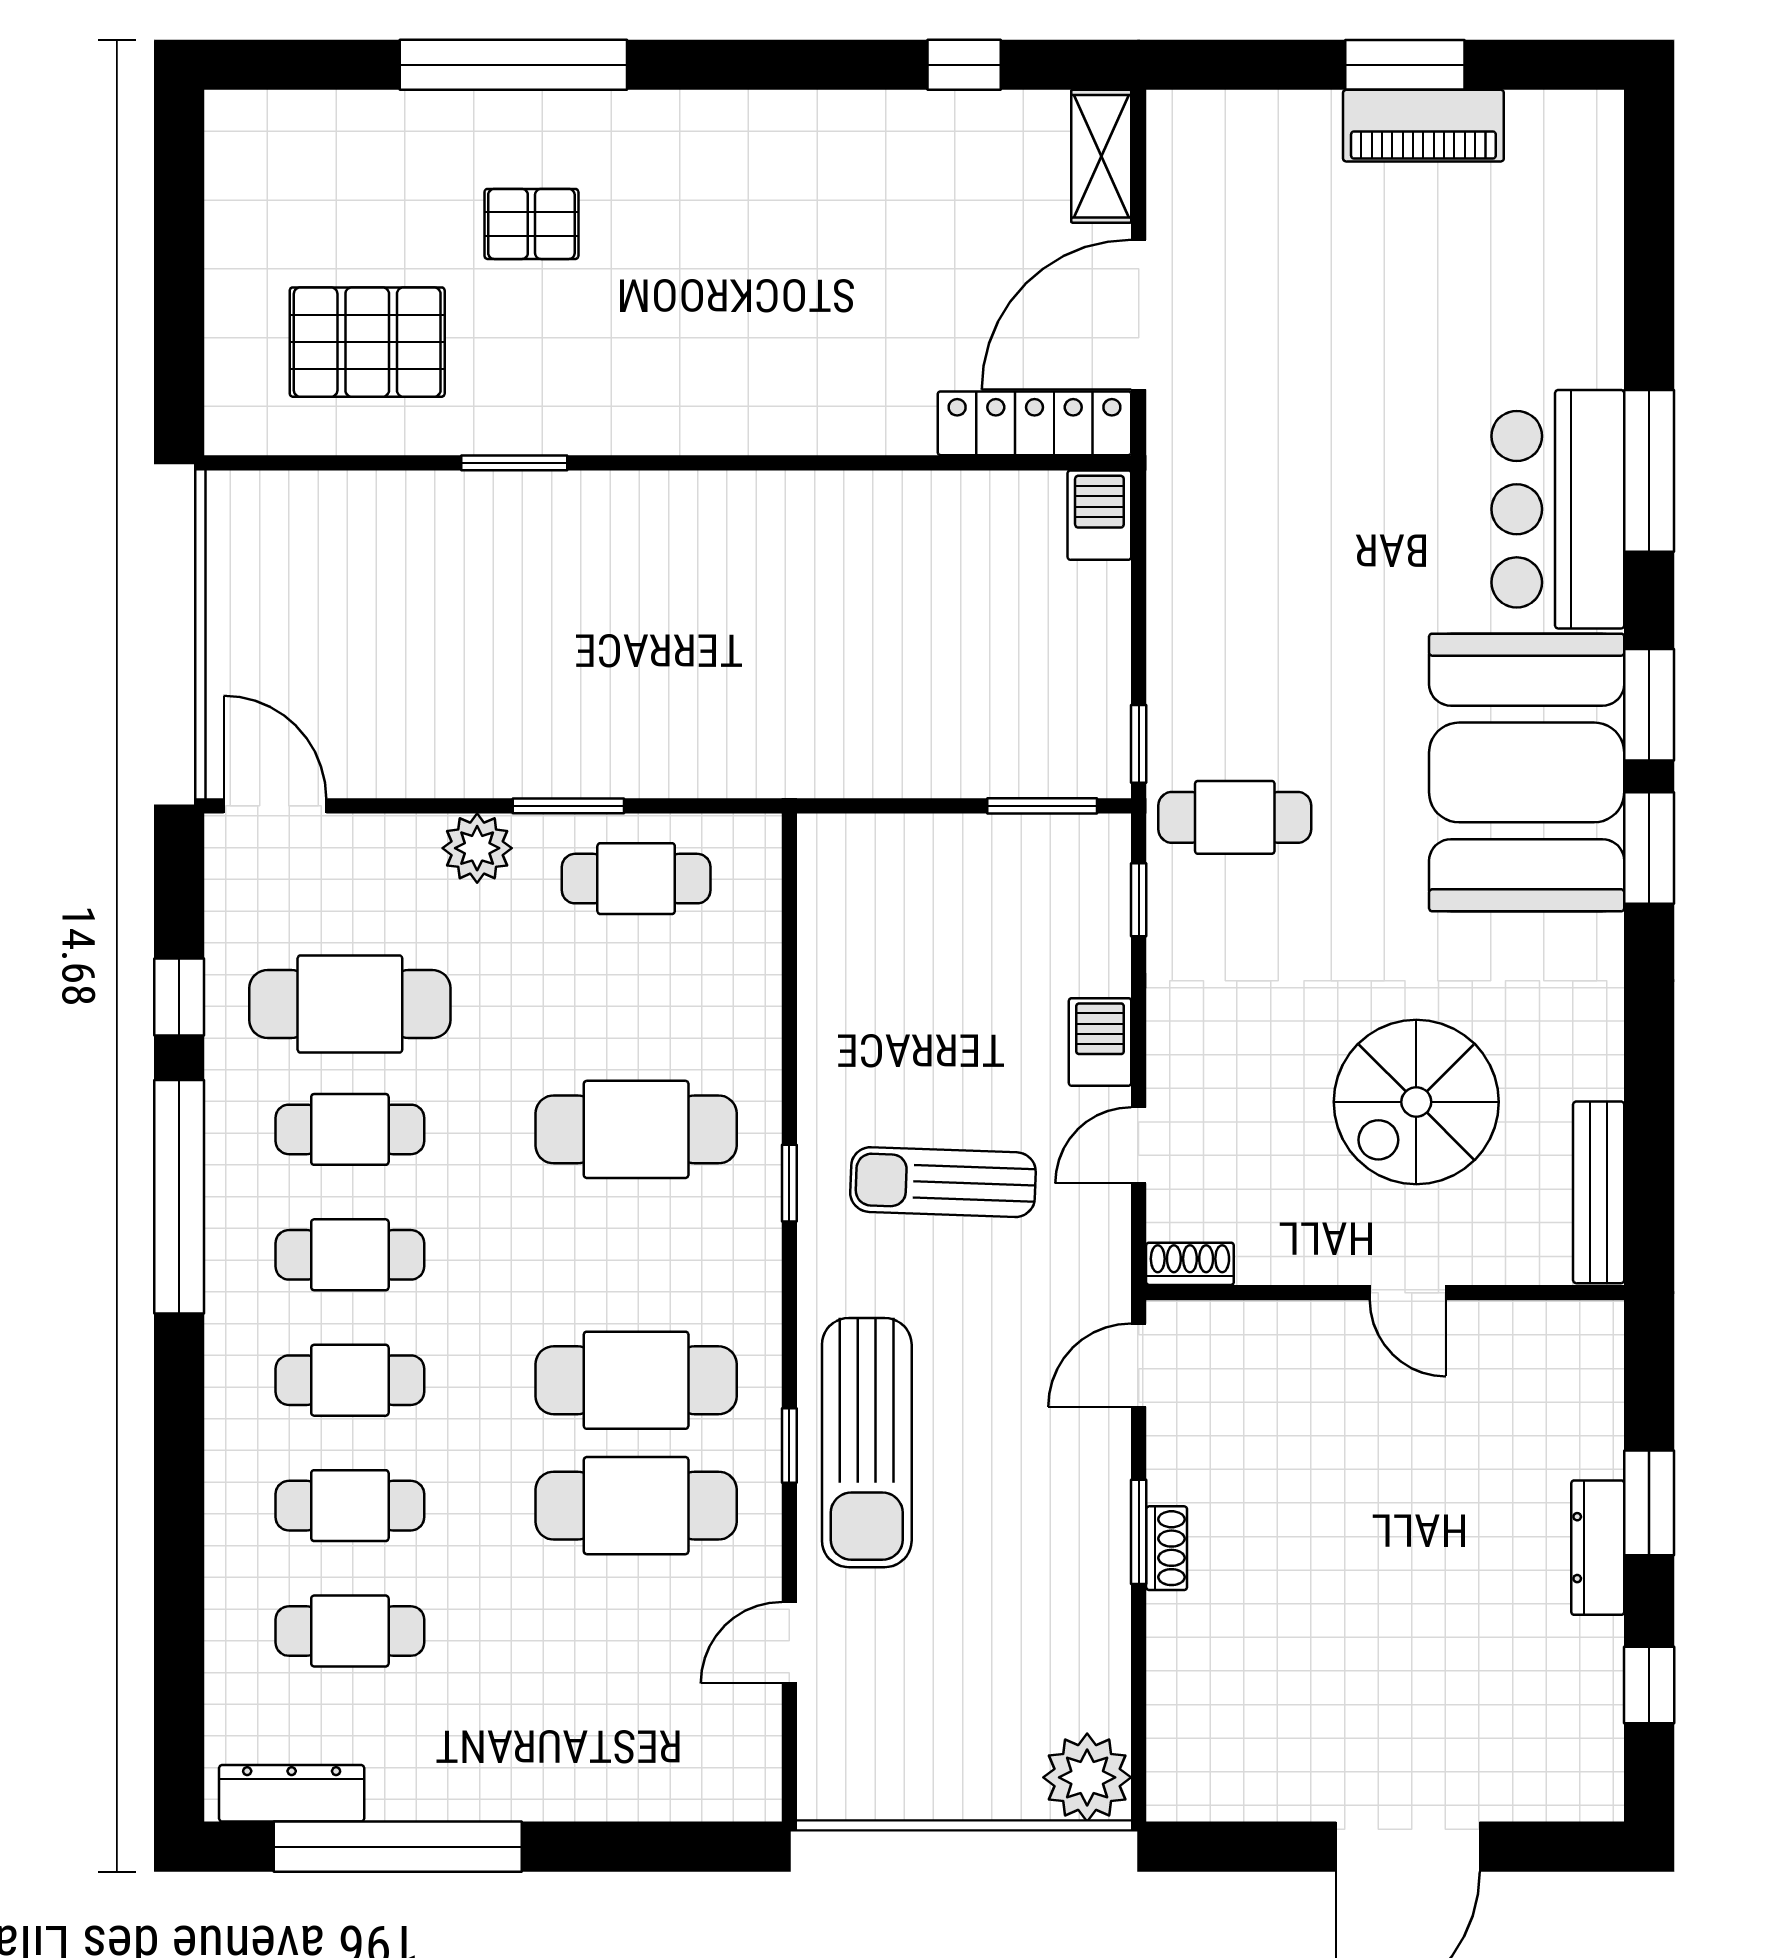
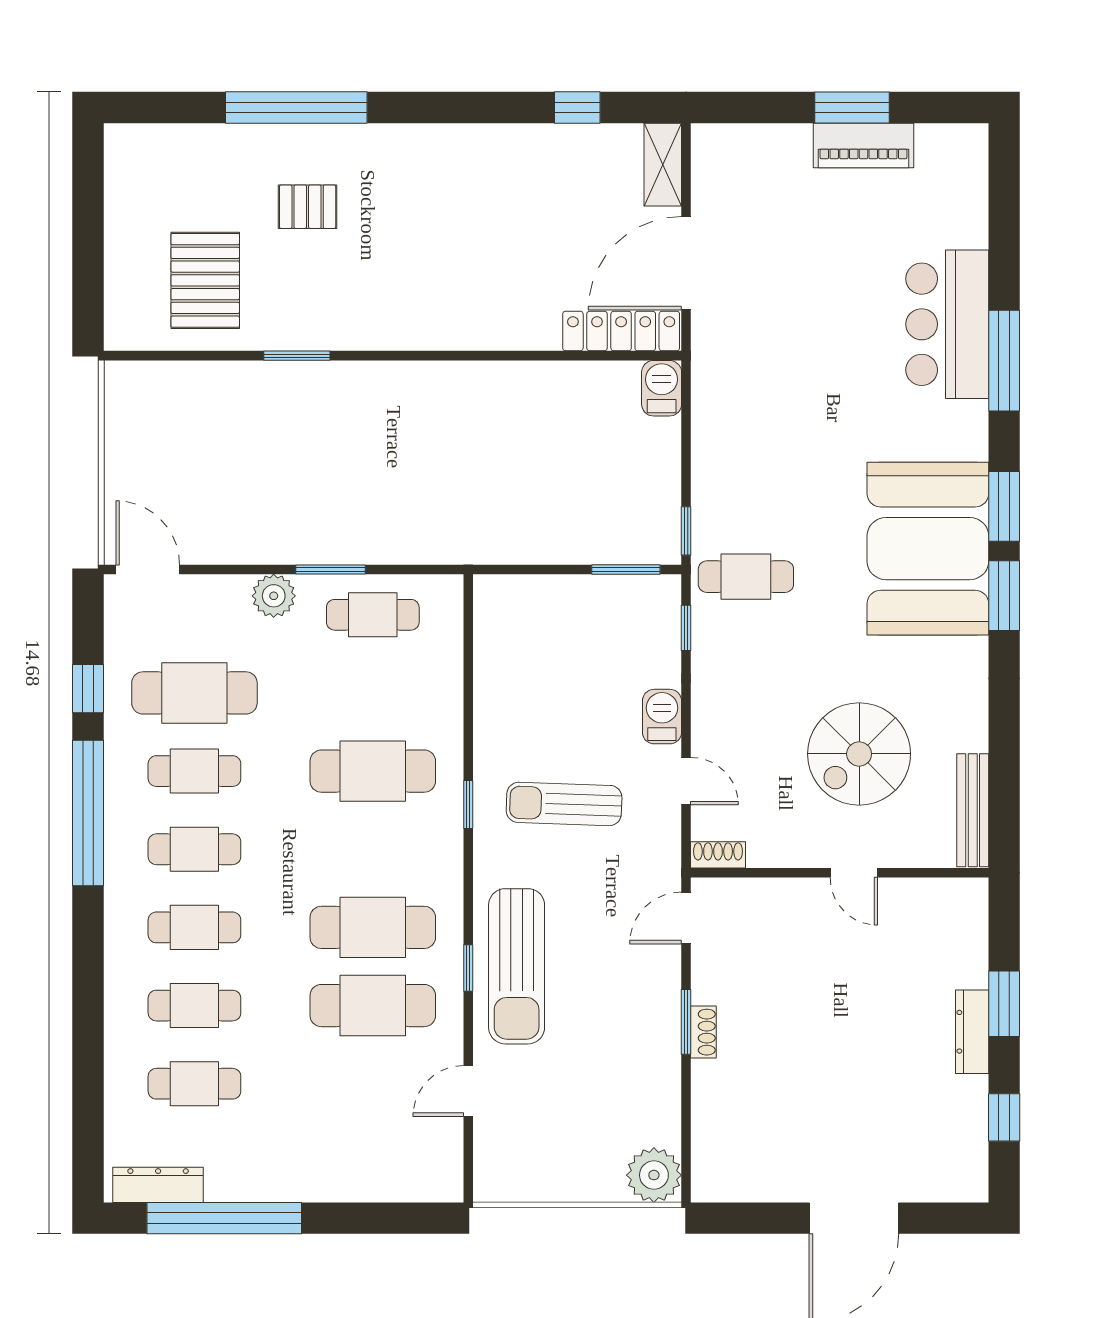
pallet: (367, 342) -> (205, 280), turned 90
bar counter: (1558, 509) -> (947, 324), moved
door: (1139, 1145) -> (686, 781), swing flipped

